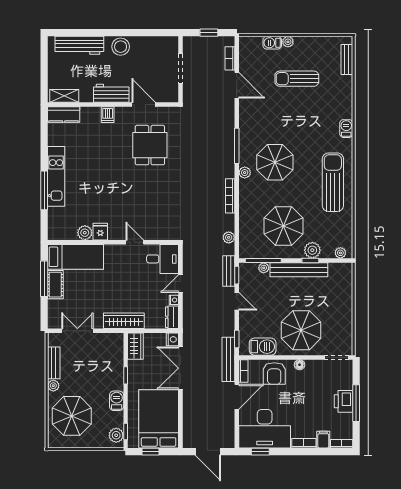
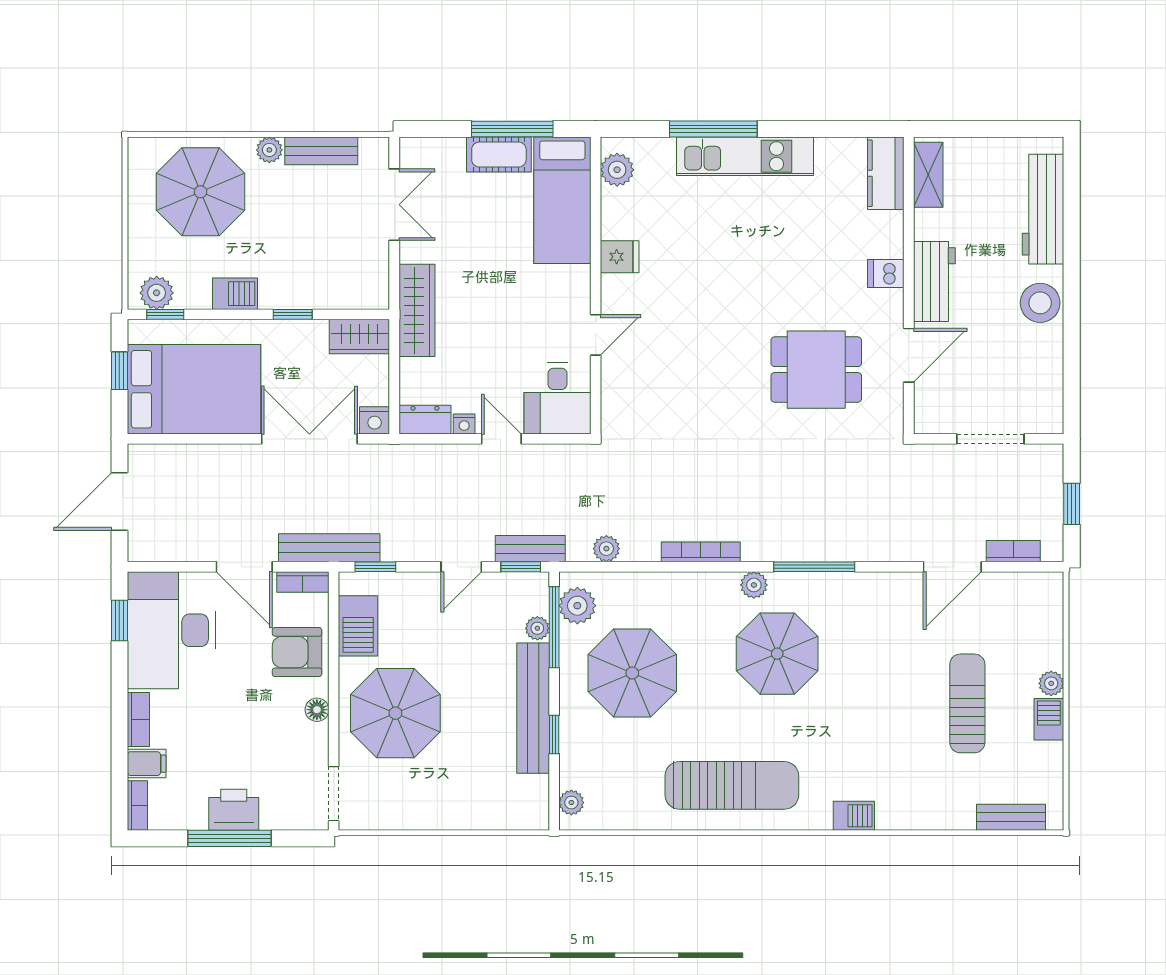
barbecue: (272, 43) -> (1049, 719), moved
plant: (85, 233) -> (617, 170), moved
plant: (312, 250) -> (577, 606), moved

